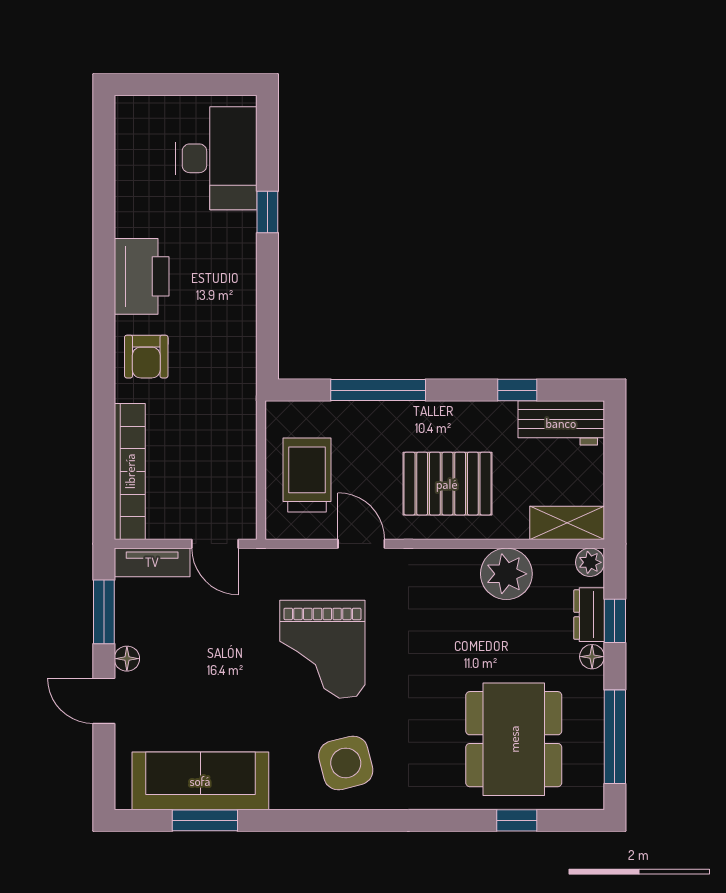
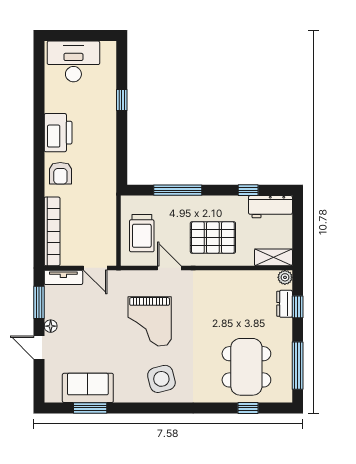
desk: (216, 158) -> (73, 61), moved, turned -90
trolley: (307, 475) -> (142, 233), turned 180
plant: (506, 574) -> (243, 283), removed
floor lamp: (592, 657) -> (286, 325), removed
sofa: (200, 781) -> (88, 388), width x0.73

